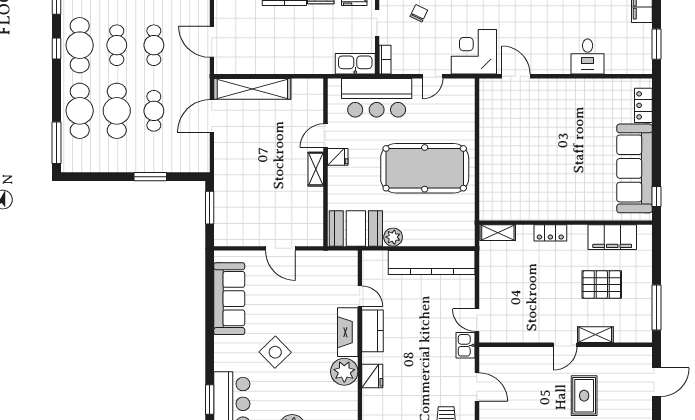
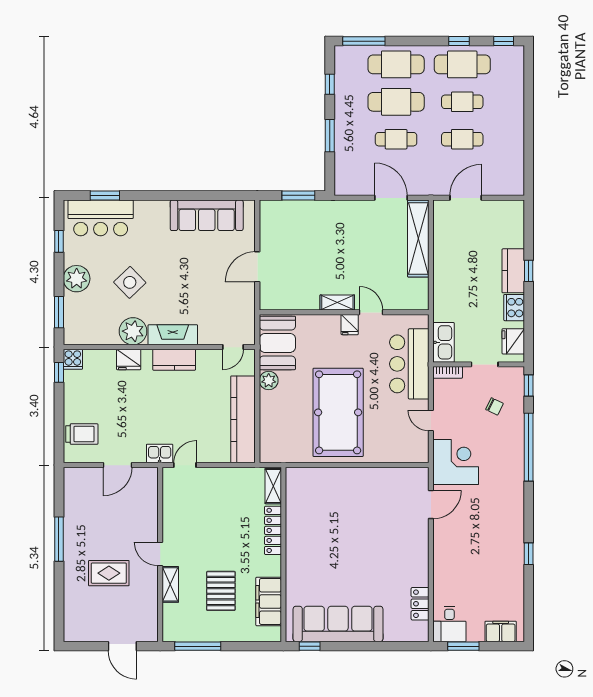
desk: (588, 57) -> (449, 624), moved, turned -90
locker: (643, 105) -> (420, 604), moved, turned -90
window: (99, 177) -> (330, 84), added
locker: (550, 233) -> (273, 530), width x1.53
door: (360, 296) -> (233, 347), moved
side table: (275, 352) -> (130, 282), moved

